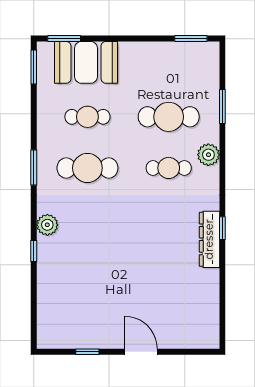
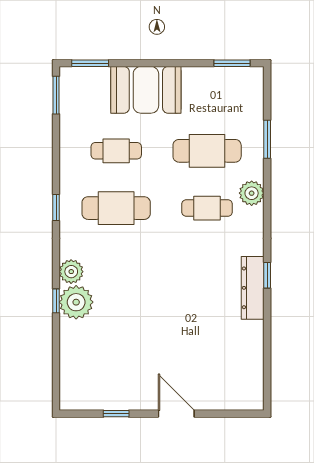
booth: (86, 62) -> (146, 90), moved
window: (34, 167) -> (56, 207), width x0.67
plant: (52, 252) -> (76, 302), added

